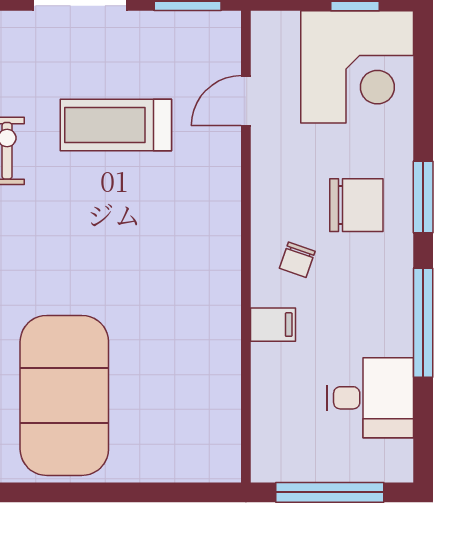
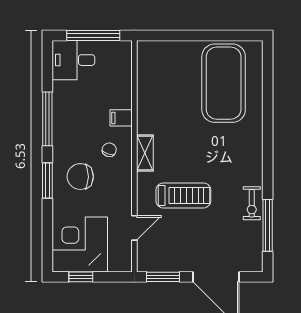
treadmill: (116, 125) -> (183, 195), moved
shelving: (225, 253) -> (145, 153), added
desk: (370, 398) -> (73, 60), moved

